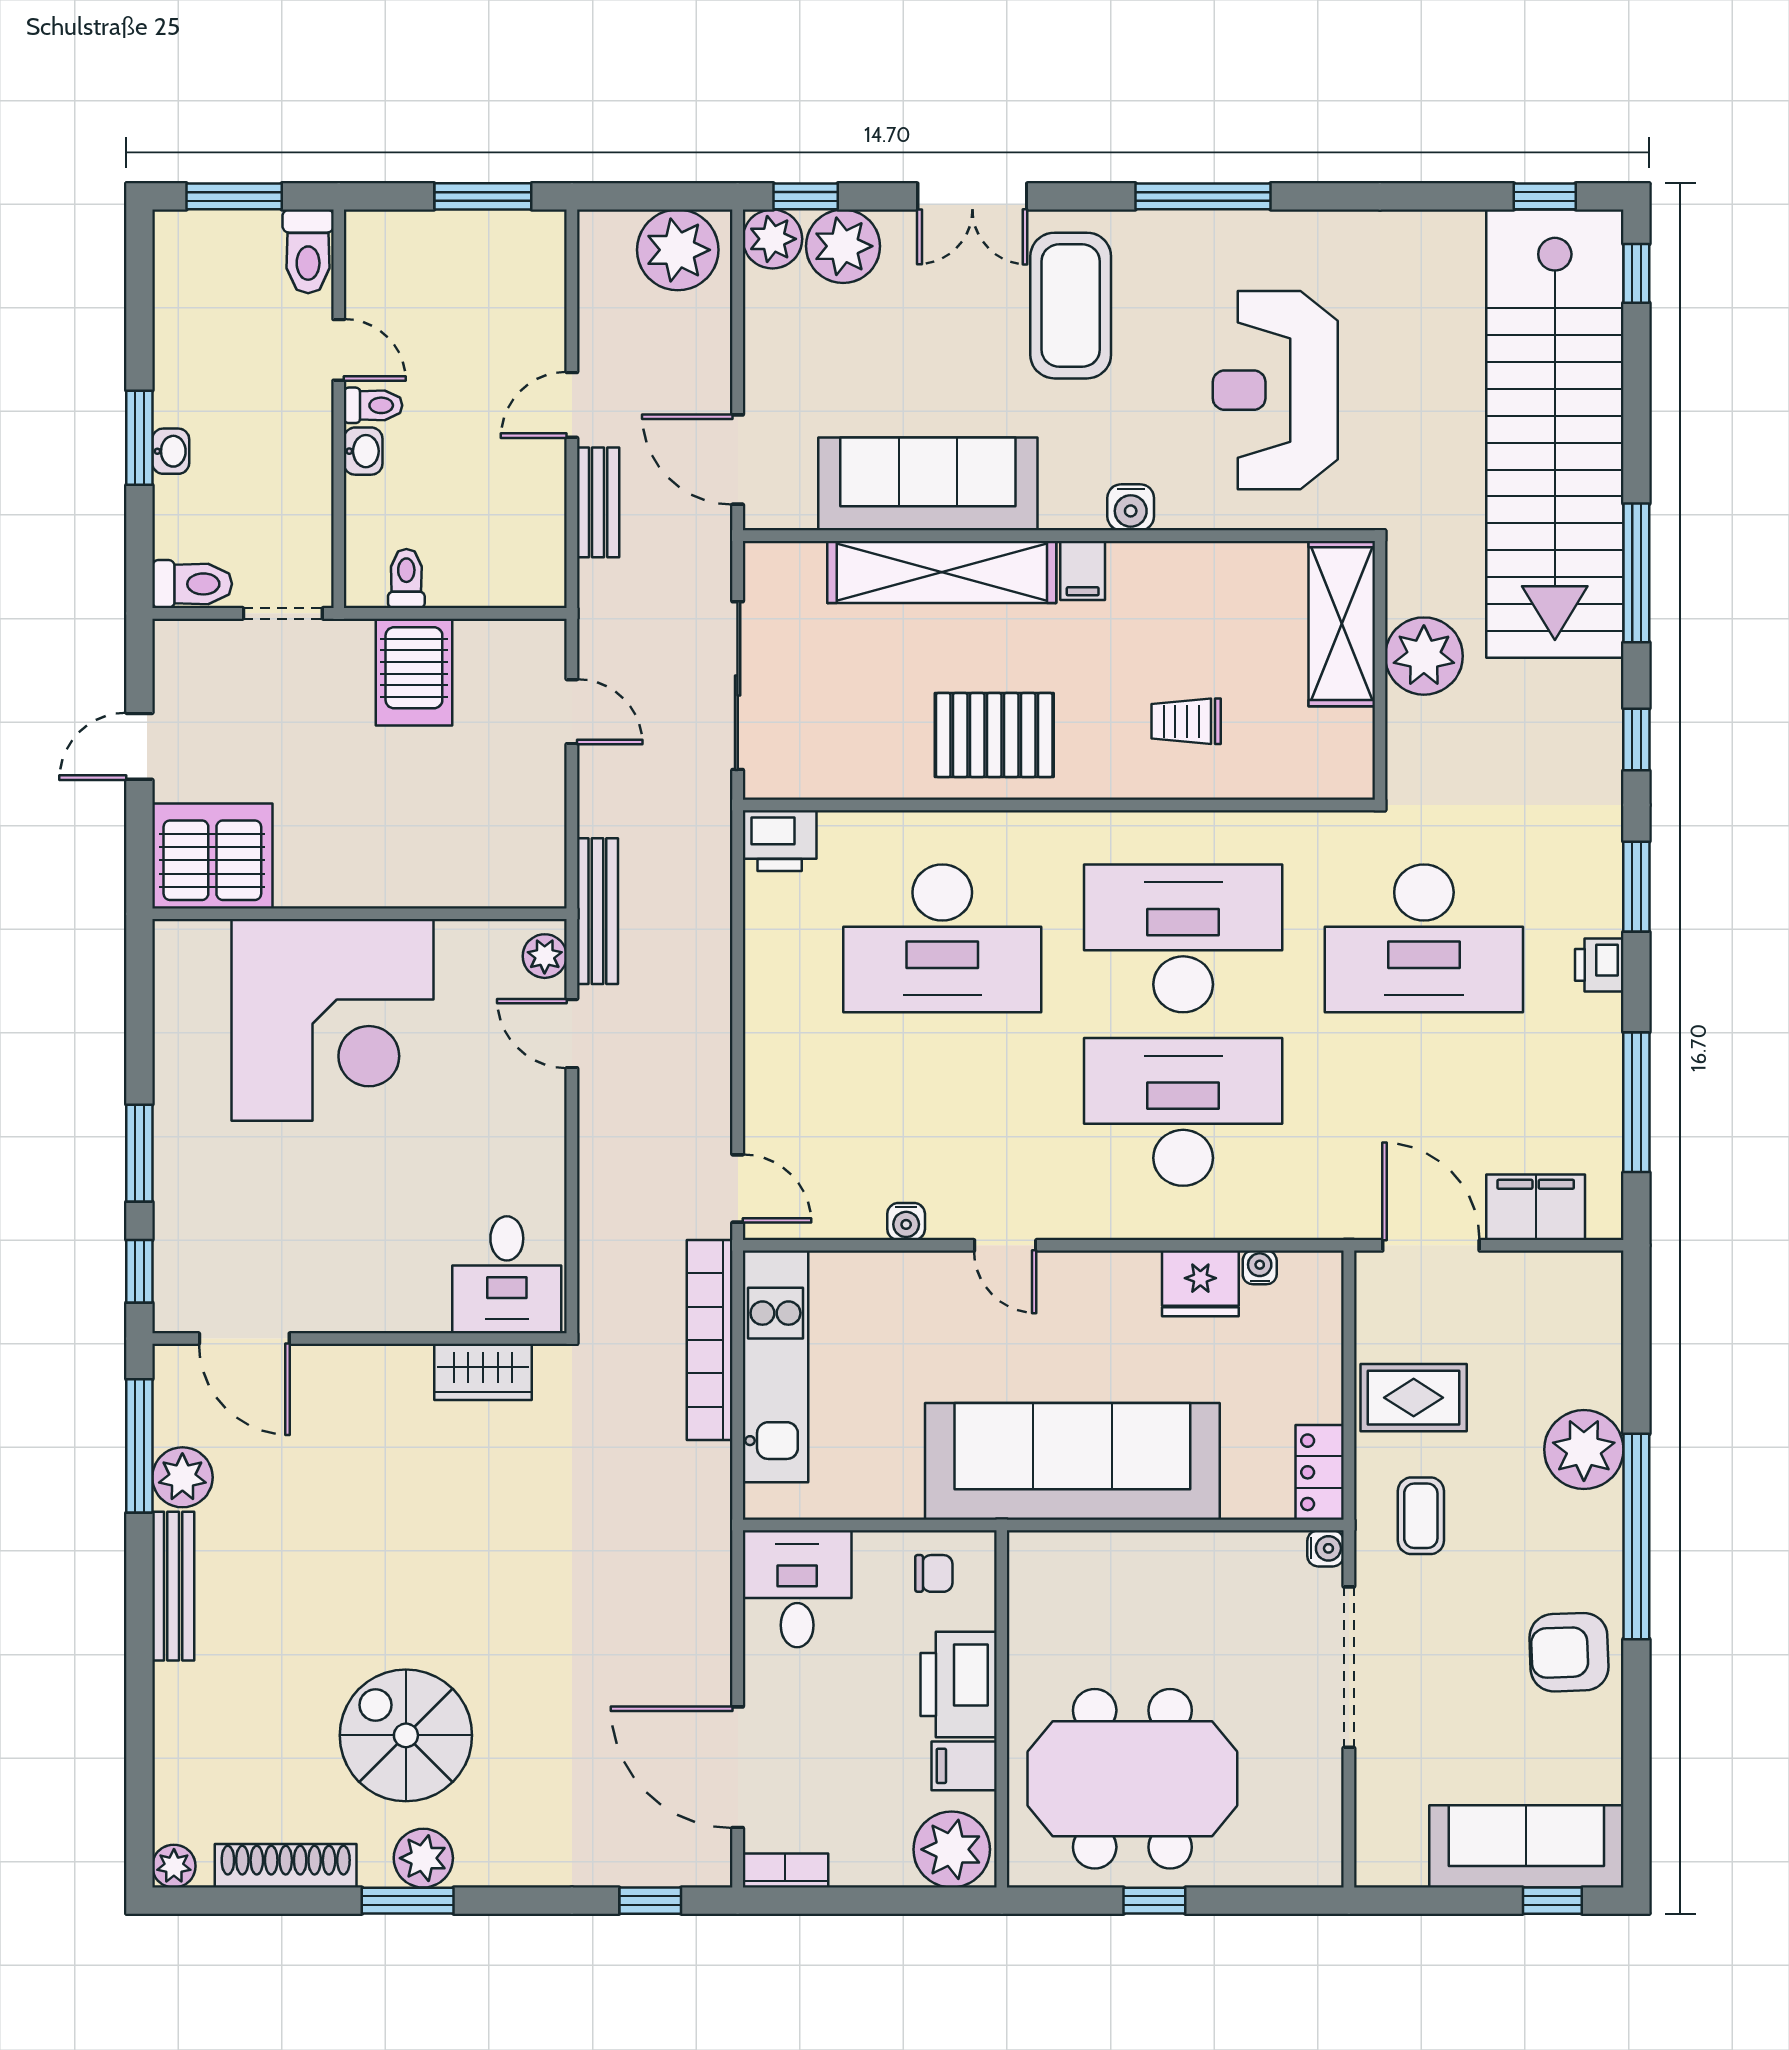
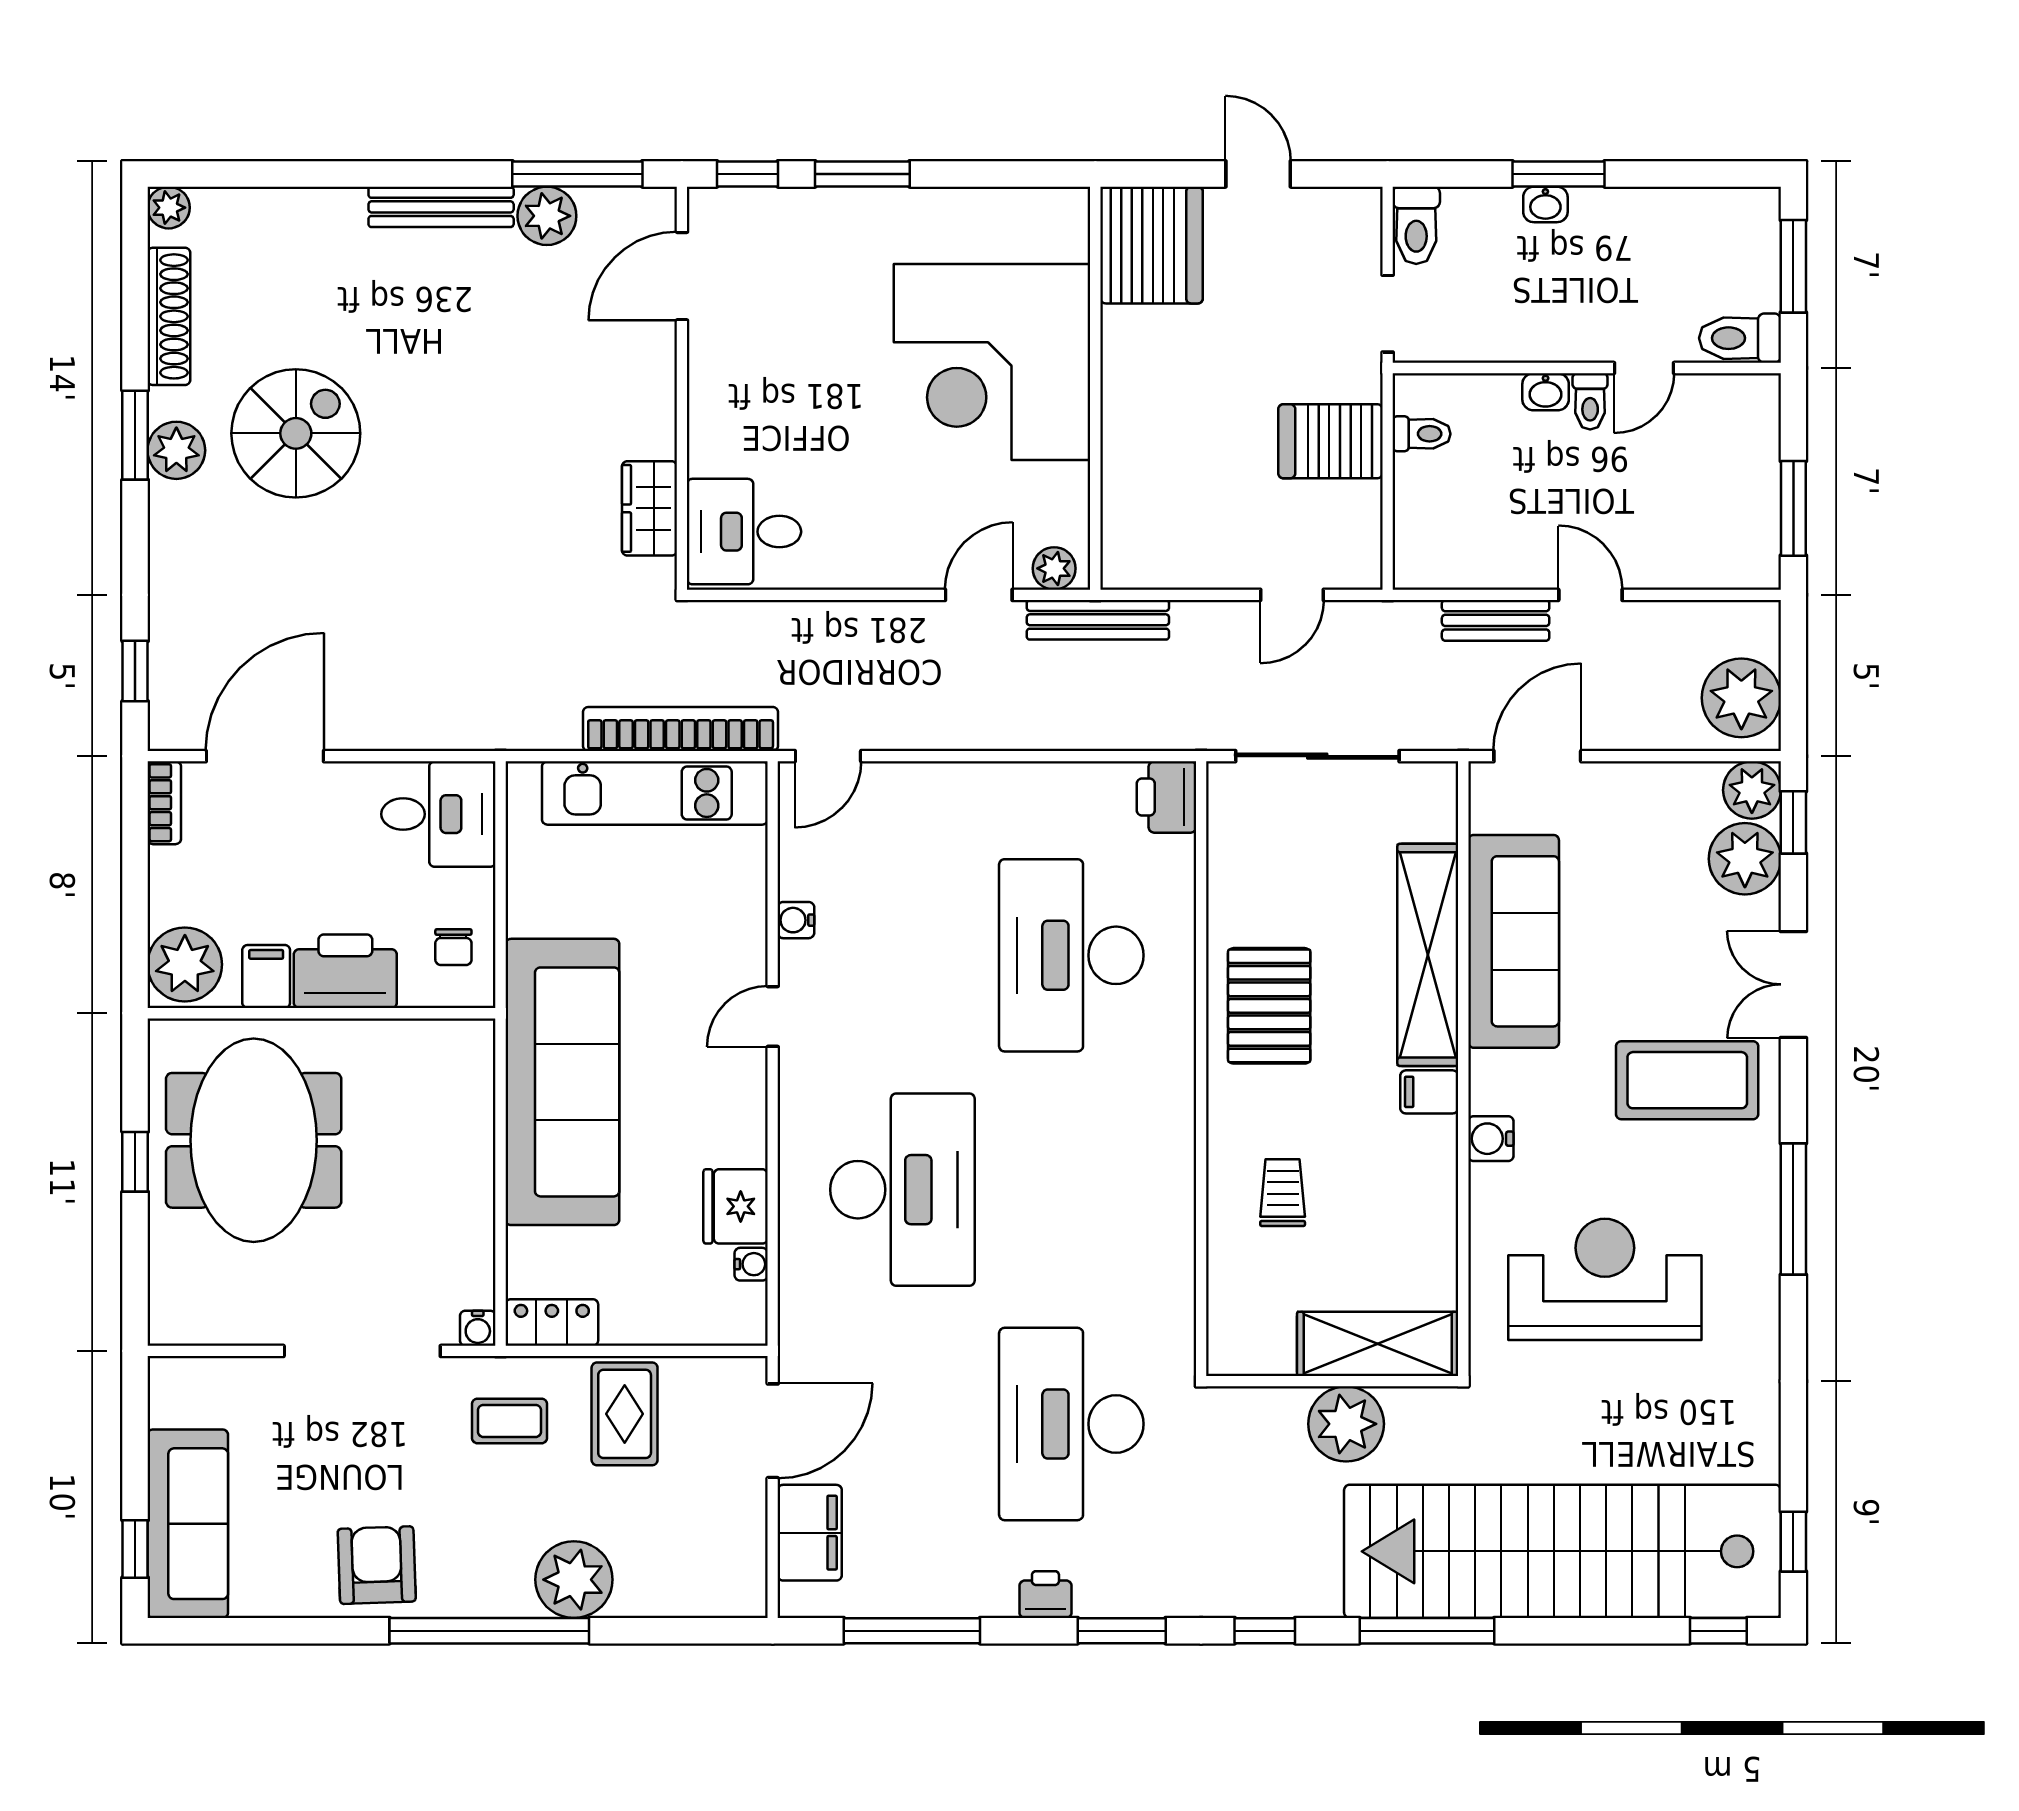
desk: (1183, 938) -> (1071, 1190), removed

